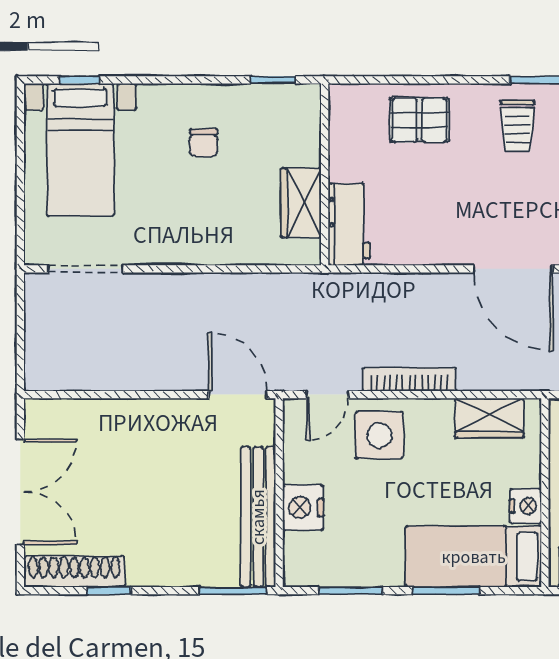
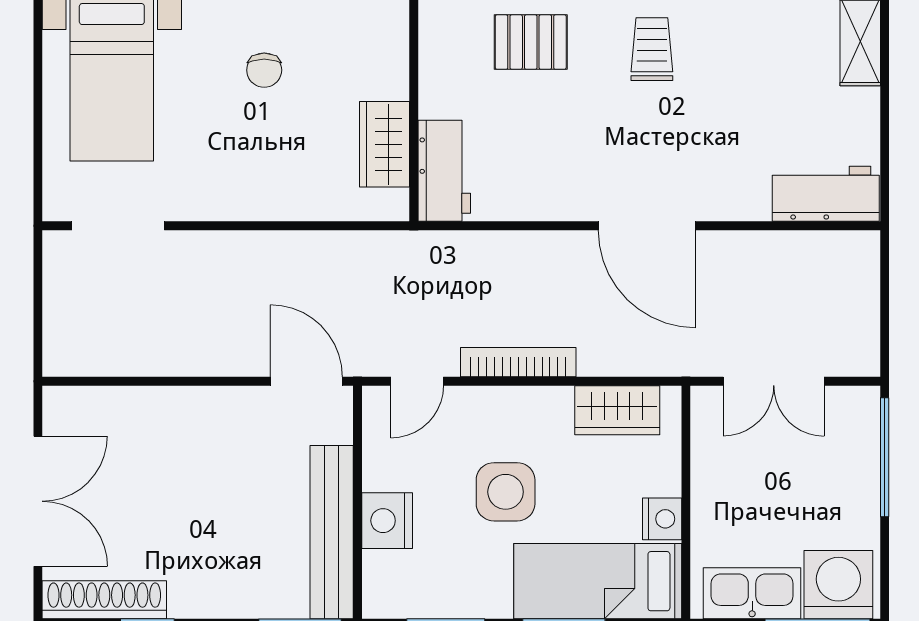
trolley: (517, 126) -> (652, 49), turned 180
side table: (379, 435) -> (506, 492), moved

